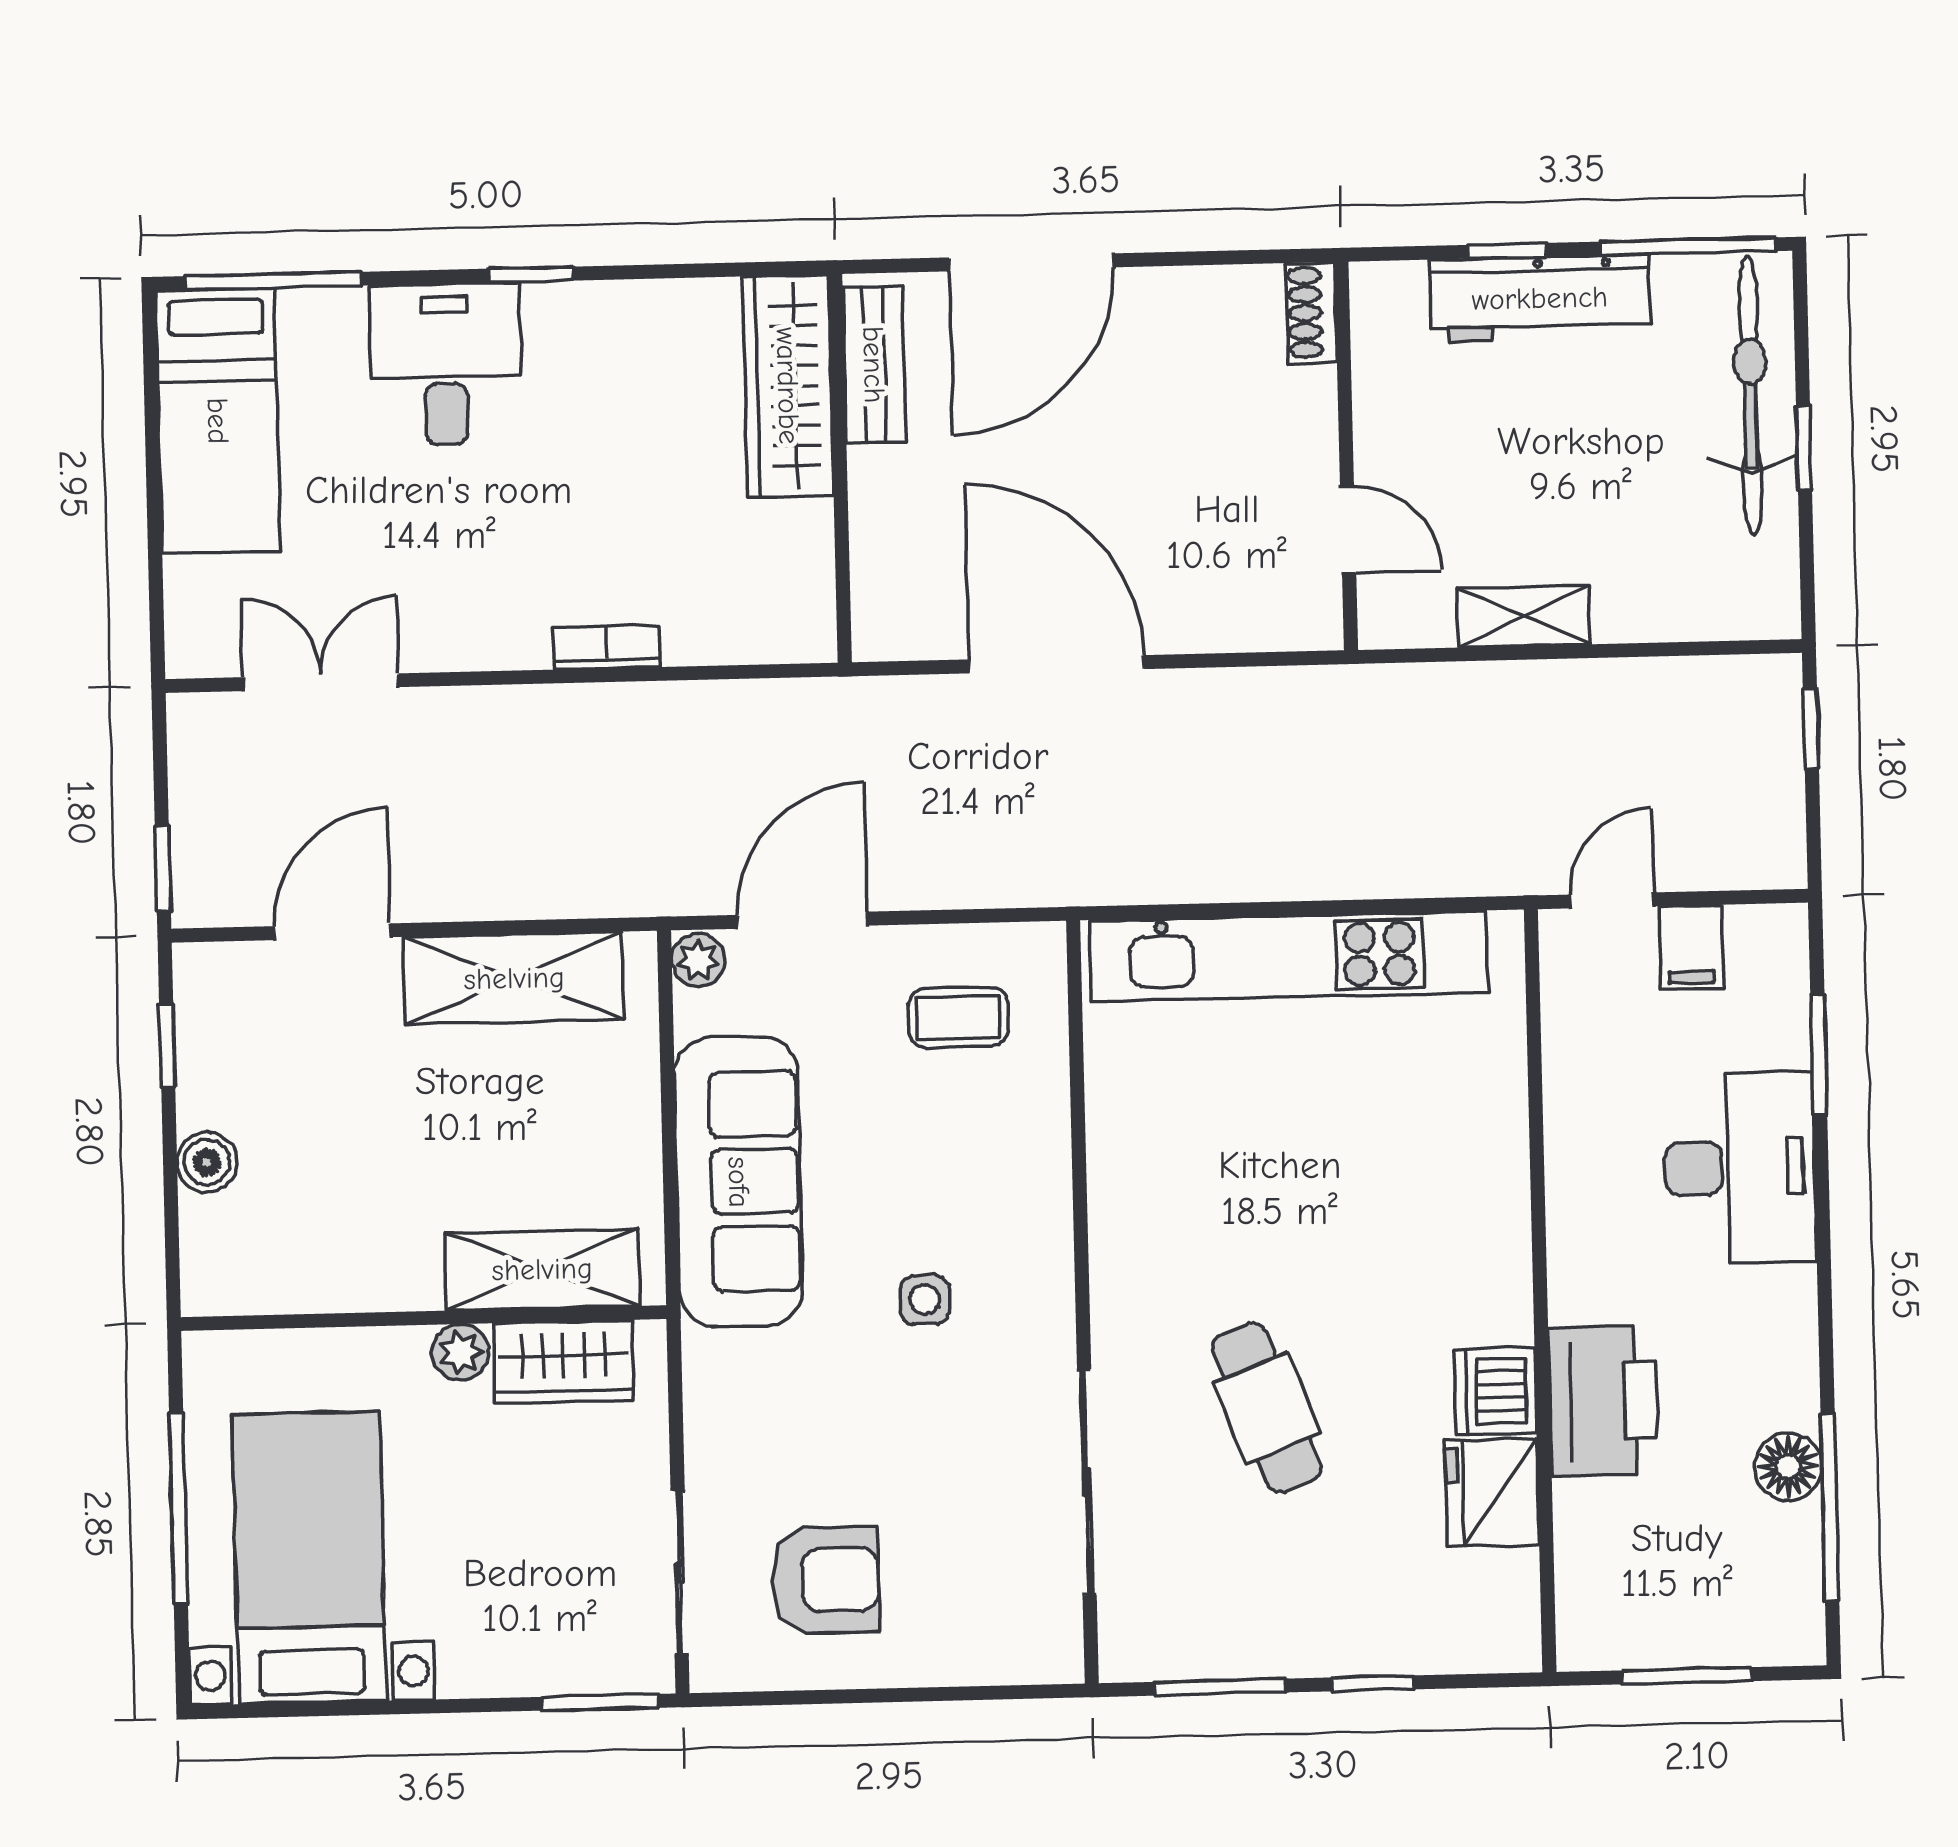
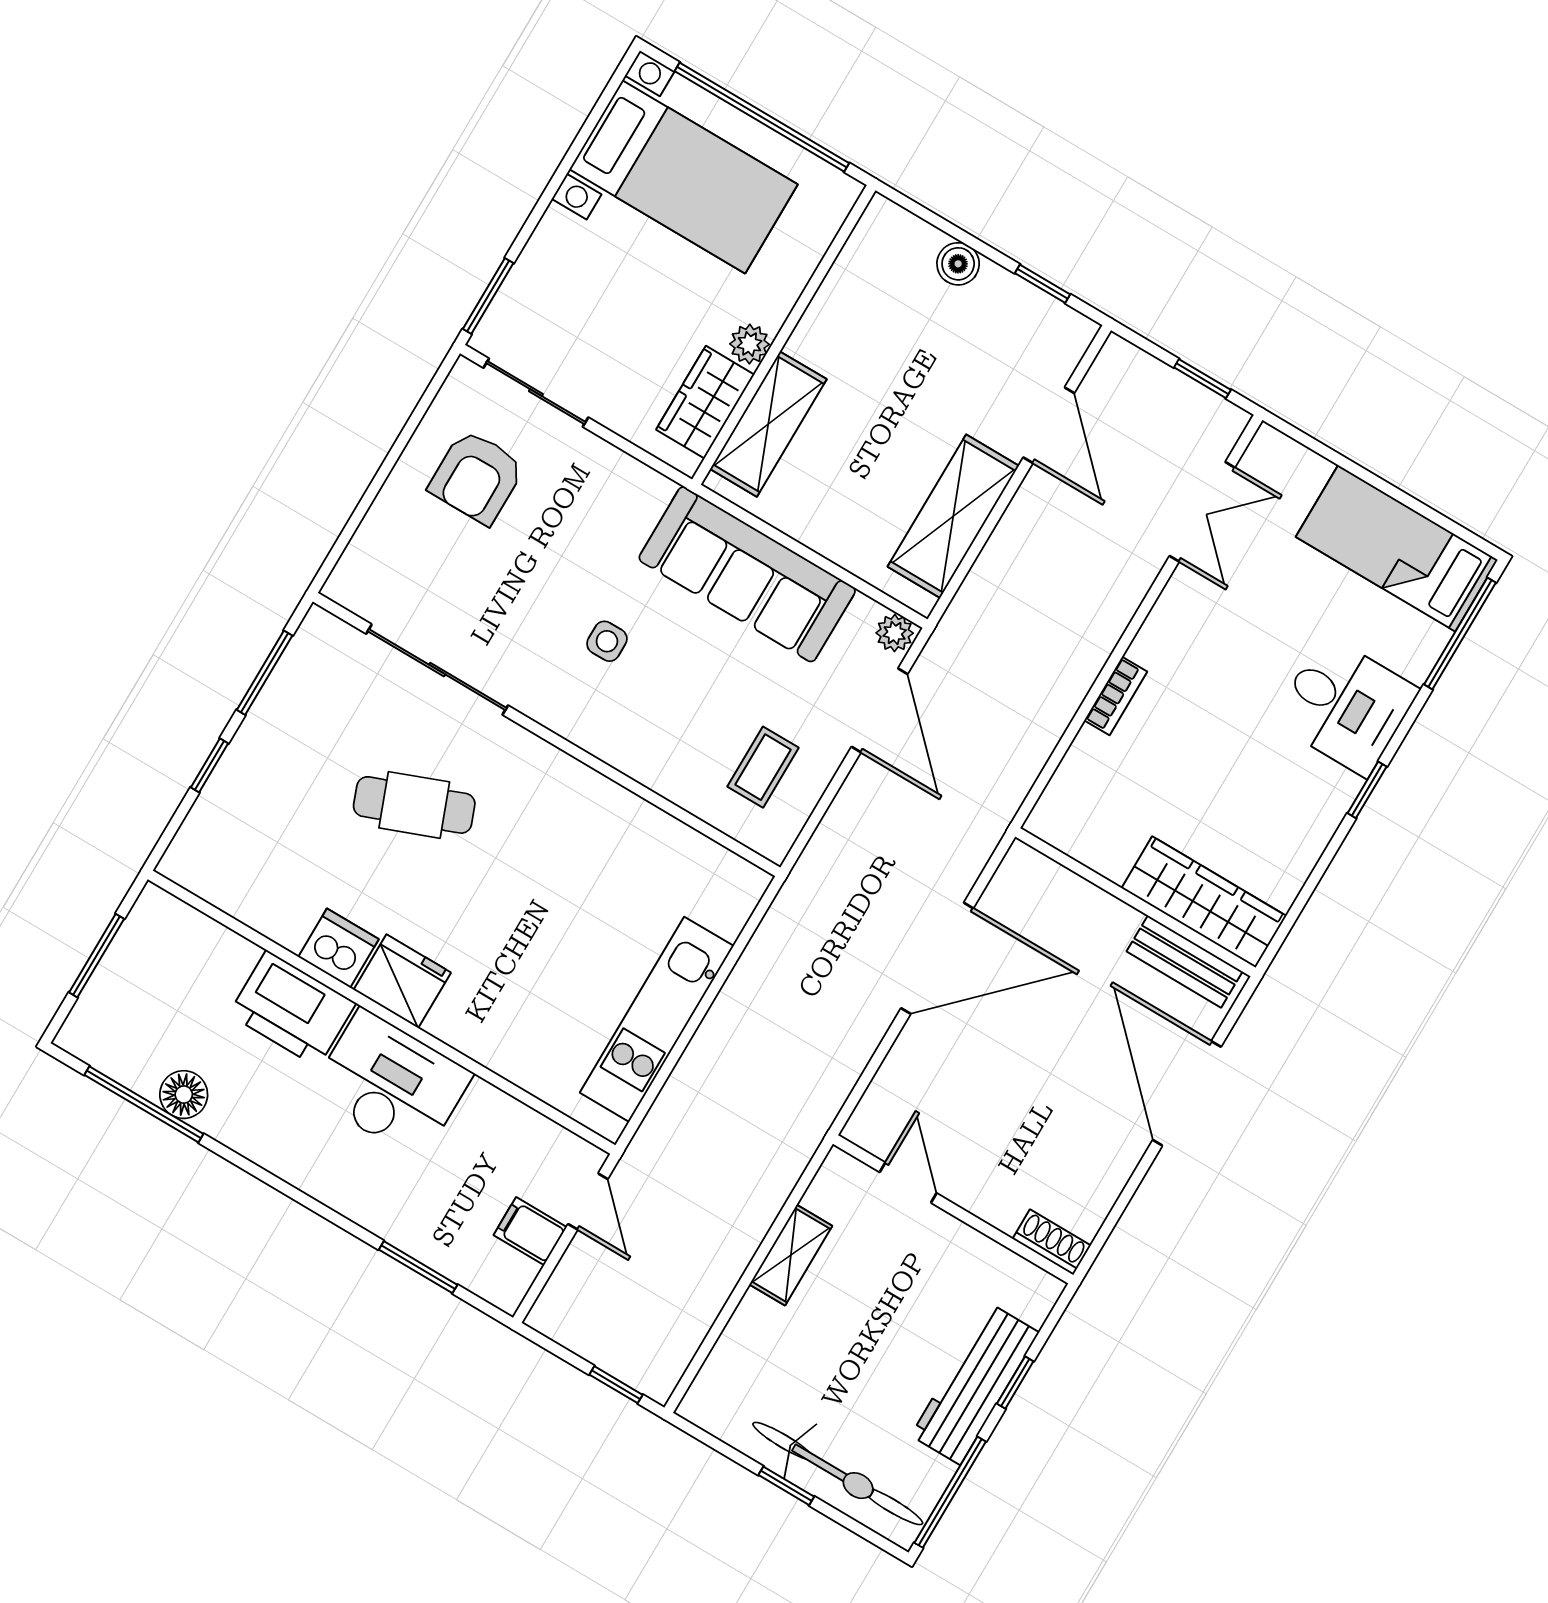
door: (1348, 530) -> (908, 1183), swing flipped
window: (163, 869) -> (1202, 379), moved
kitchen unit: (1289, 956) -> (657, 1019), width x0.73
desk: (1740, 1168) -> (391, 1085), moved, turned 180
fridge: (1492, 1493) -> (402, 981), moved
window: (178, 1508) -> (762, 117), width x1.46

